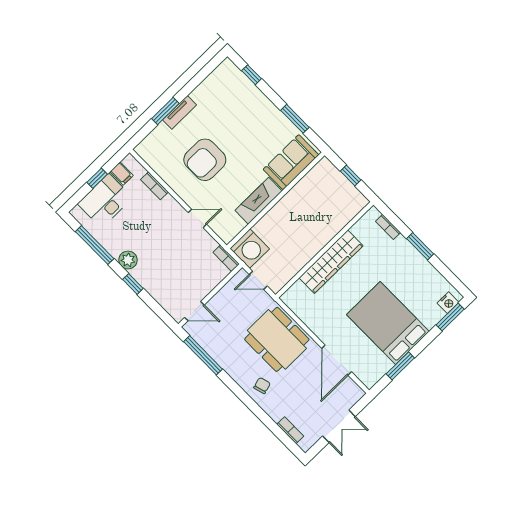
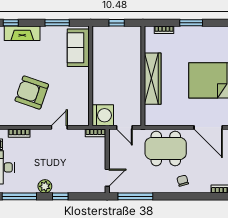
armchair: (205, 160) -> (32, 93), turned 109
fireplace: (259, 201) -> (22, 33), moved, turned -90
door: (258, 280) -> (124, 127), hinge flipped

